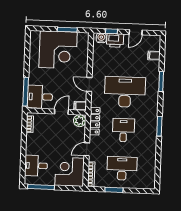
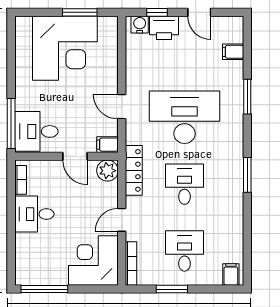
door: (136, 32) -> (199, 12), hinge flipped
door: (61, 112) -> (75, 156), swing flipped
desk: (36, 166) -> (34, 214), moved
desk: (122, 168) -> (184, 251), width x0.73
filing cabinet: (148, 183) -> (231, 275), added

